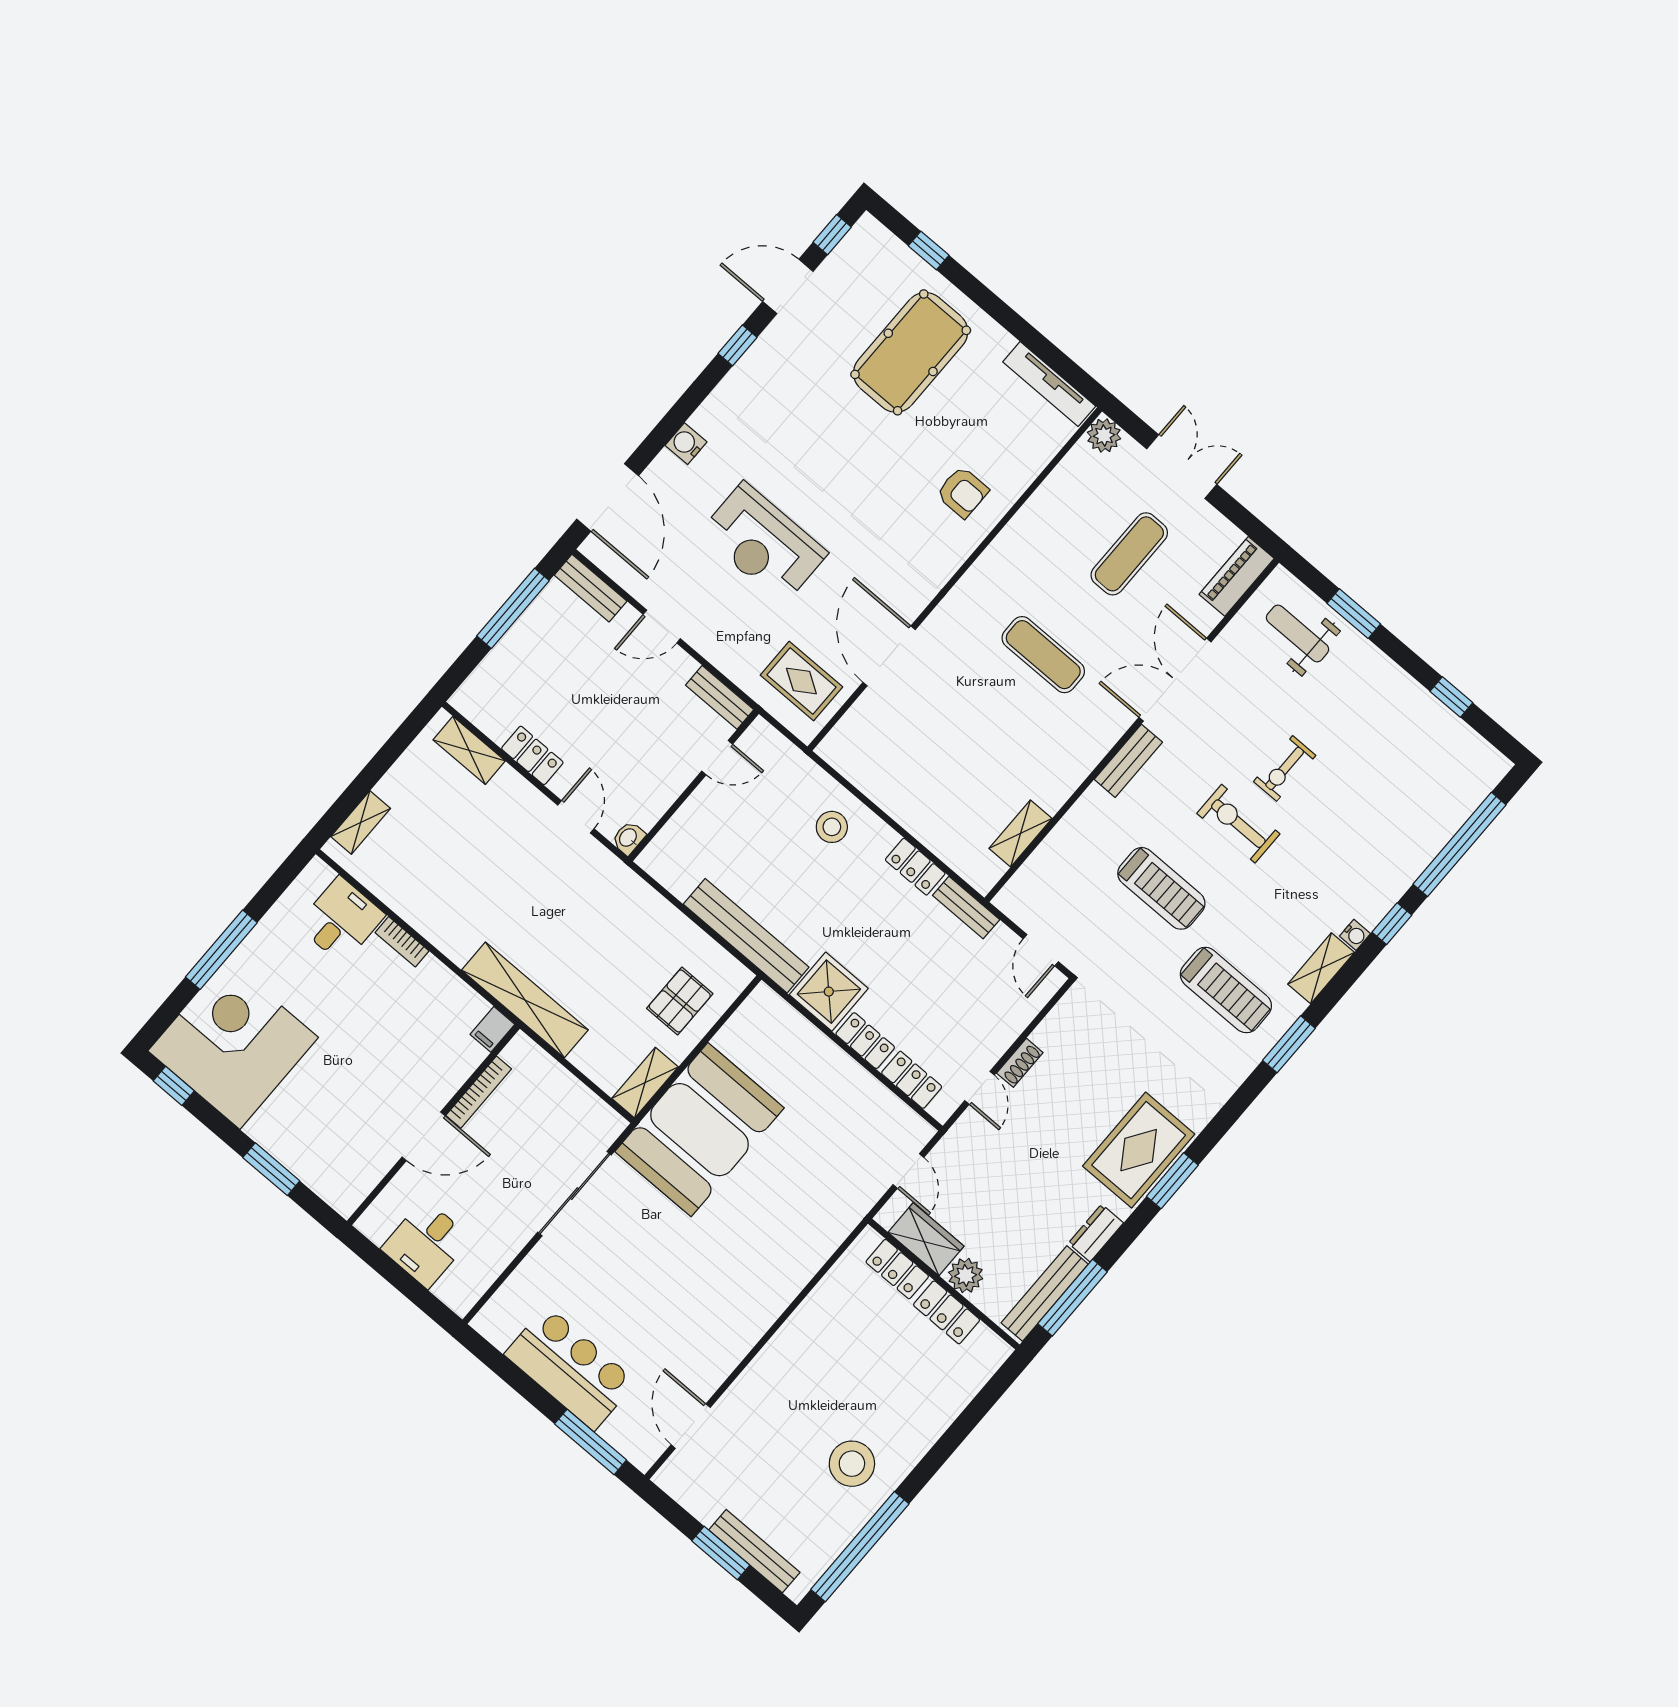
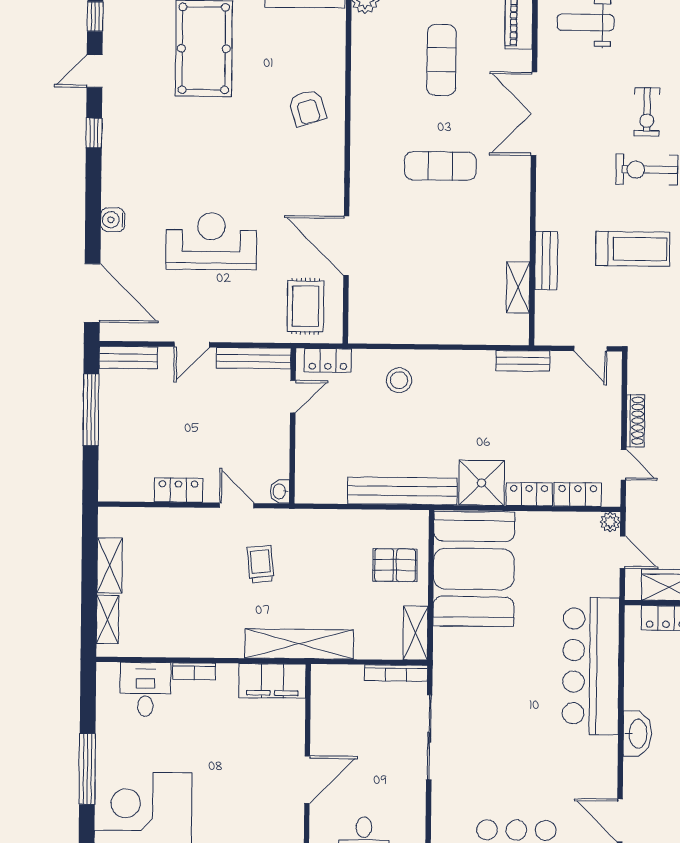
door: (788, 286) -> (95, 71), width x0.73
armchair: (962, 492) -> (307, 108), turned 73
reception desk: (763, 543) -> (211, 241), turned 180
rug: (801, 681) -> (305, 306), turned 90
bench: (720, 697) -> (254, 358), width x1.36
shelving: (469, 750) -> (110, 565), moved, turned 90
bench: (1128, 761) -> (546, 261), moved
locker: (915, 867) -> (328, 360), moved
trolley: (552, 892) -> (260, 564), added
pallet: (680, 1001) -> (395, 565), turned 90
filing cabinet: (492, 1029) -> (272, 681), width x3.00, depth x1.17
shoe rack: (1020, 1063) -> (635, 421), width x1.43
bookcase: (479, 1092) -> (396, 673), moved, turned 90
booth: (700, 1130) -> (474, 569), moved
plant: (921, 1132) -> (610, 522), added
bar counter: (787, 1255) -> (591, 666), added
washbasin: (777, 1357) -> (637, 734), added

